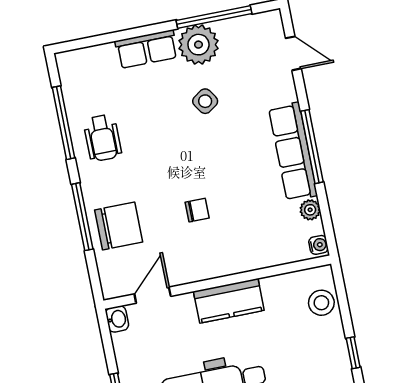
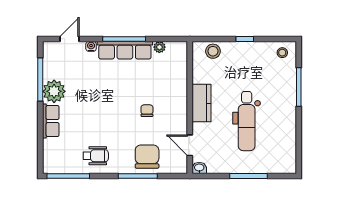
side table: (205, 101) -> (87, 94), removed
window: (64, 123) -> (68, 176), moved
water cooler: (318, 245) -> (91, 46), moved

